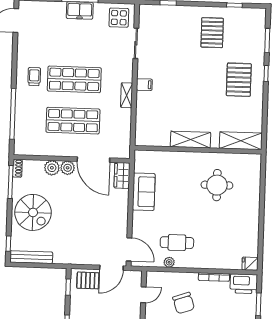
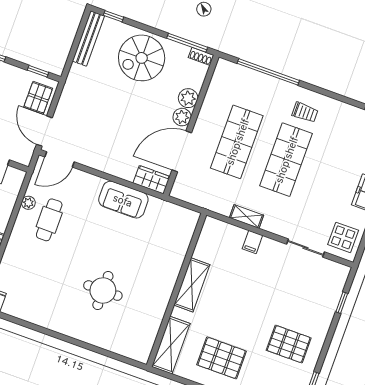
shelving: (191, 140) -> (192, 285), moved
shelving: (241, 141) -> (171, 345), moved
wall: (198, 150) -> (177, 290), moved

